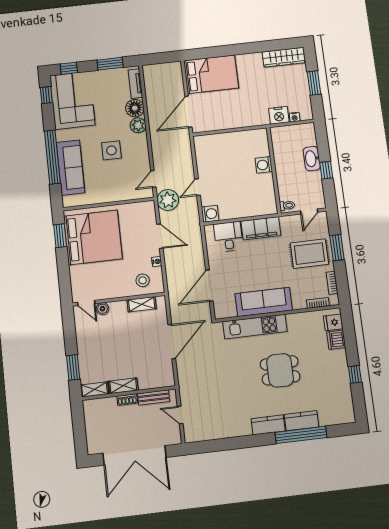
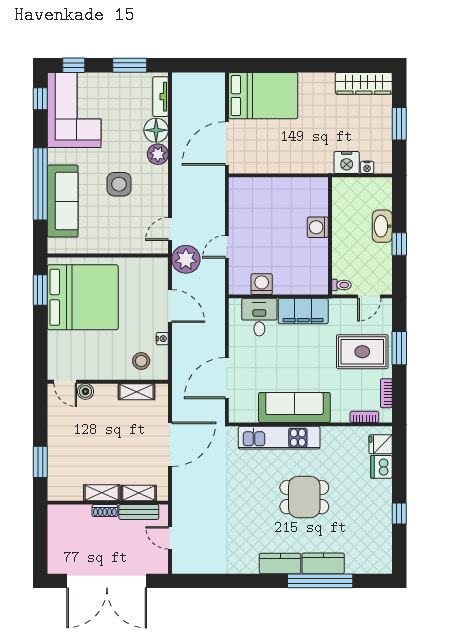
washing machine: (210, 214) -> (262, 284), moved, turned -90
shelving: (95, 389) -> (139, 493), moved

